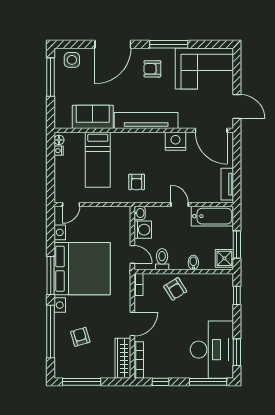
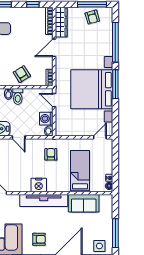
nightstand: (176, 141) -> (39, 185), moved
toilet: (162, 259) -> (18, 96), moved
armchair: (80, 337) -> (92, 17), moved

